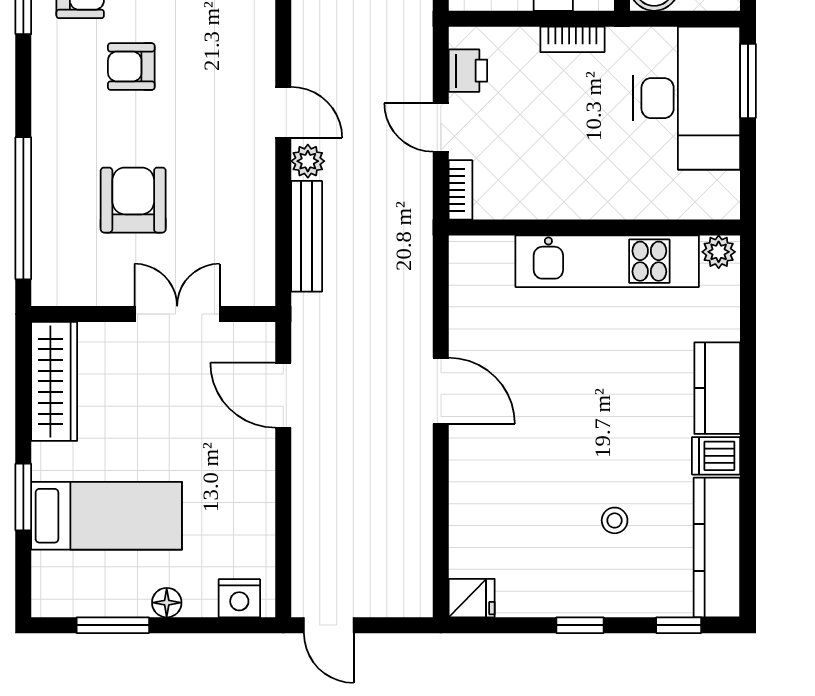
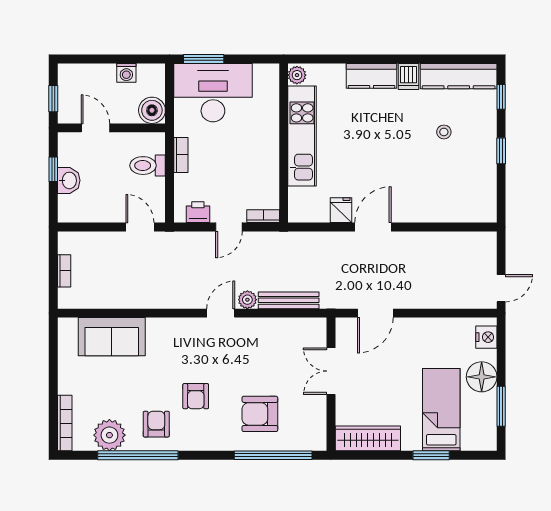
armchair: (133, 200) -> (260, 414), moved
fridge: (472, 598) -> (341, 210), moved
floor lamp: (167, 603) -> (482, 377), width x1.89, depth x1.89

